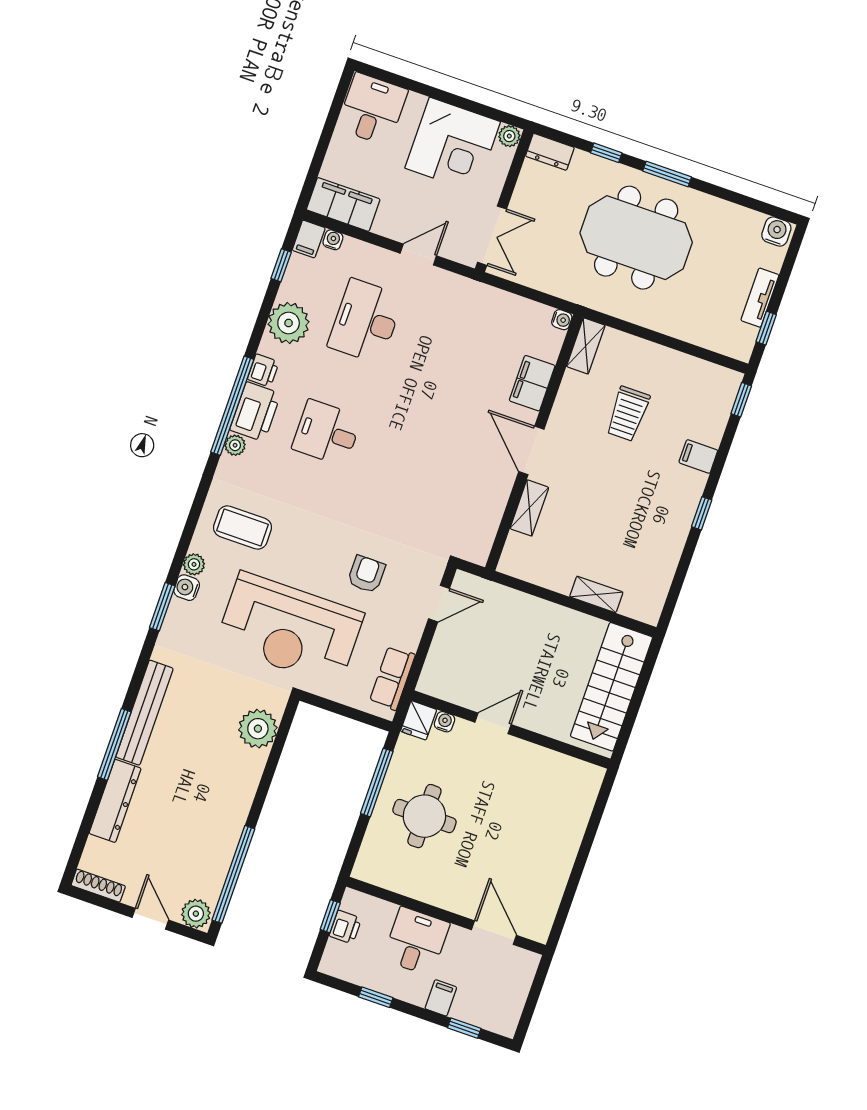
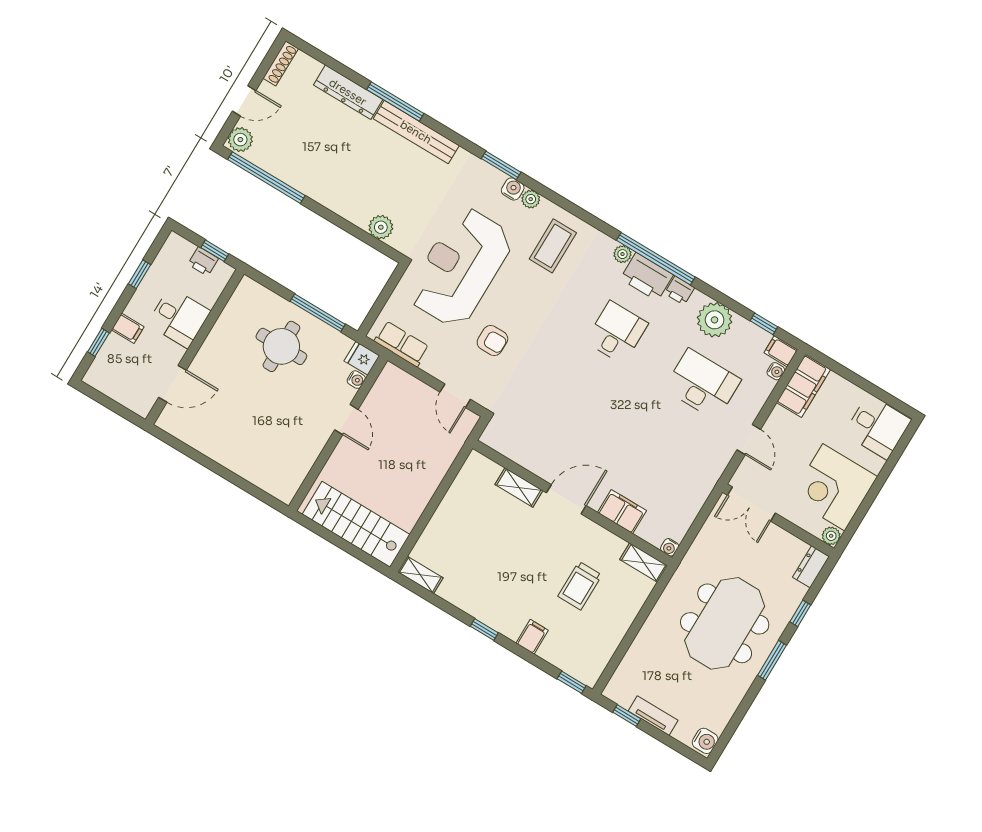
trolley: (628, 414) -> (580, 586), turned -90
shelving: (596, 594) -> (420, 575), moved, turned 90
plant: (258, 729) -> (381, 227), width x0.73, depth x0.73

